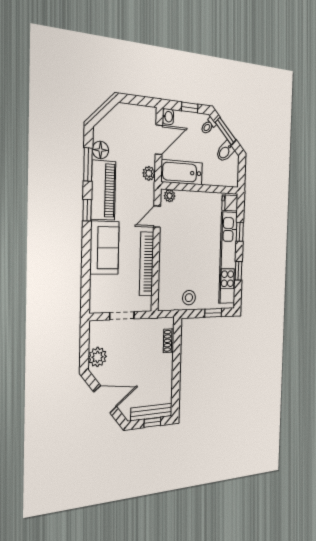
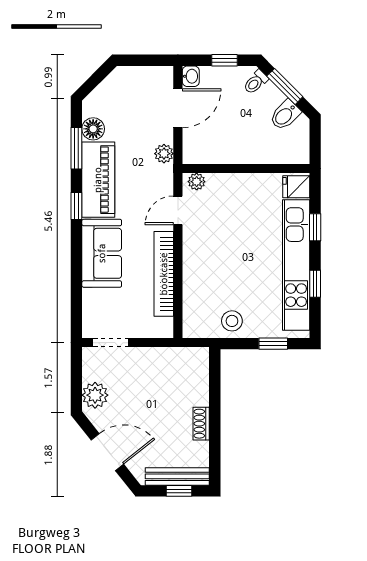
bathtub: (182, 172) -> (215, 149), removed
doorway: (122, 316) -> (111, 343), moved
shoe rack: (169, 341) -> (201, 424), moved

